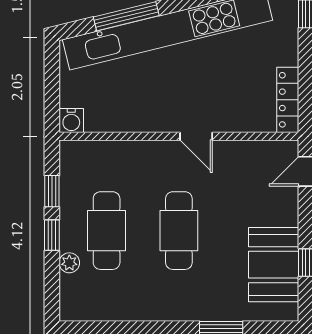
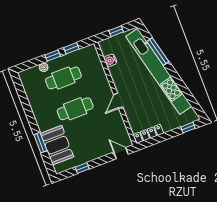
window: (52, 86) -> (116, 31), added
water cooler: (71, 121) -> (110, 60), moved
booth: (274, 265) -> (57, 145), moved, turned 90

